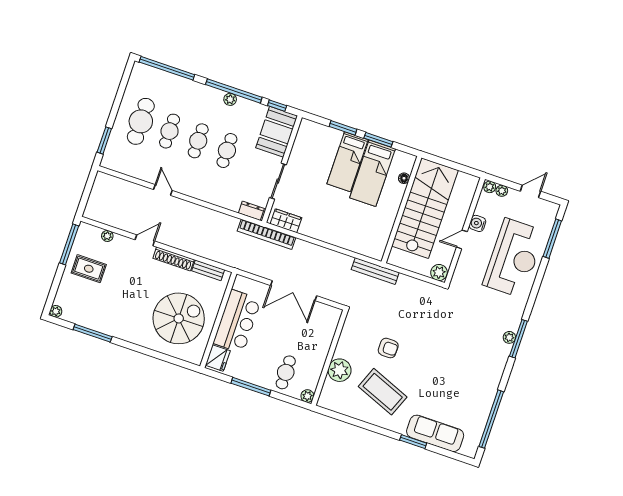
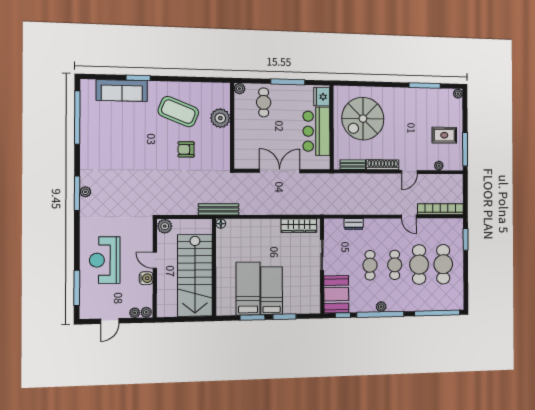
cafe table: (170, 131) -> (419, 265), width x1.37, depth x1.35
floor lamp: (404, 178) -> (221, 224), moved
dresser: (251, 211) -> (354, 224), moved
wardrobe: (286, 221) -> (299, 226), width x1.50
bookcase: (266, 234) -> (440, 209), moved
door: (462, 239) -> (155, 260), swing flipped
reception desk: (514, 258) -> (105, 260), width x0.74, depth x0.77

